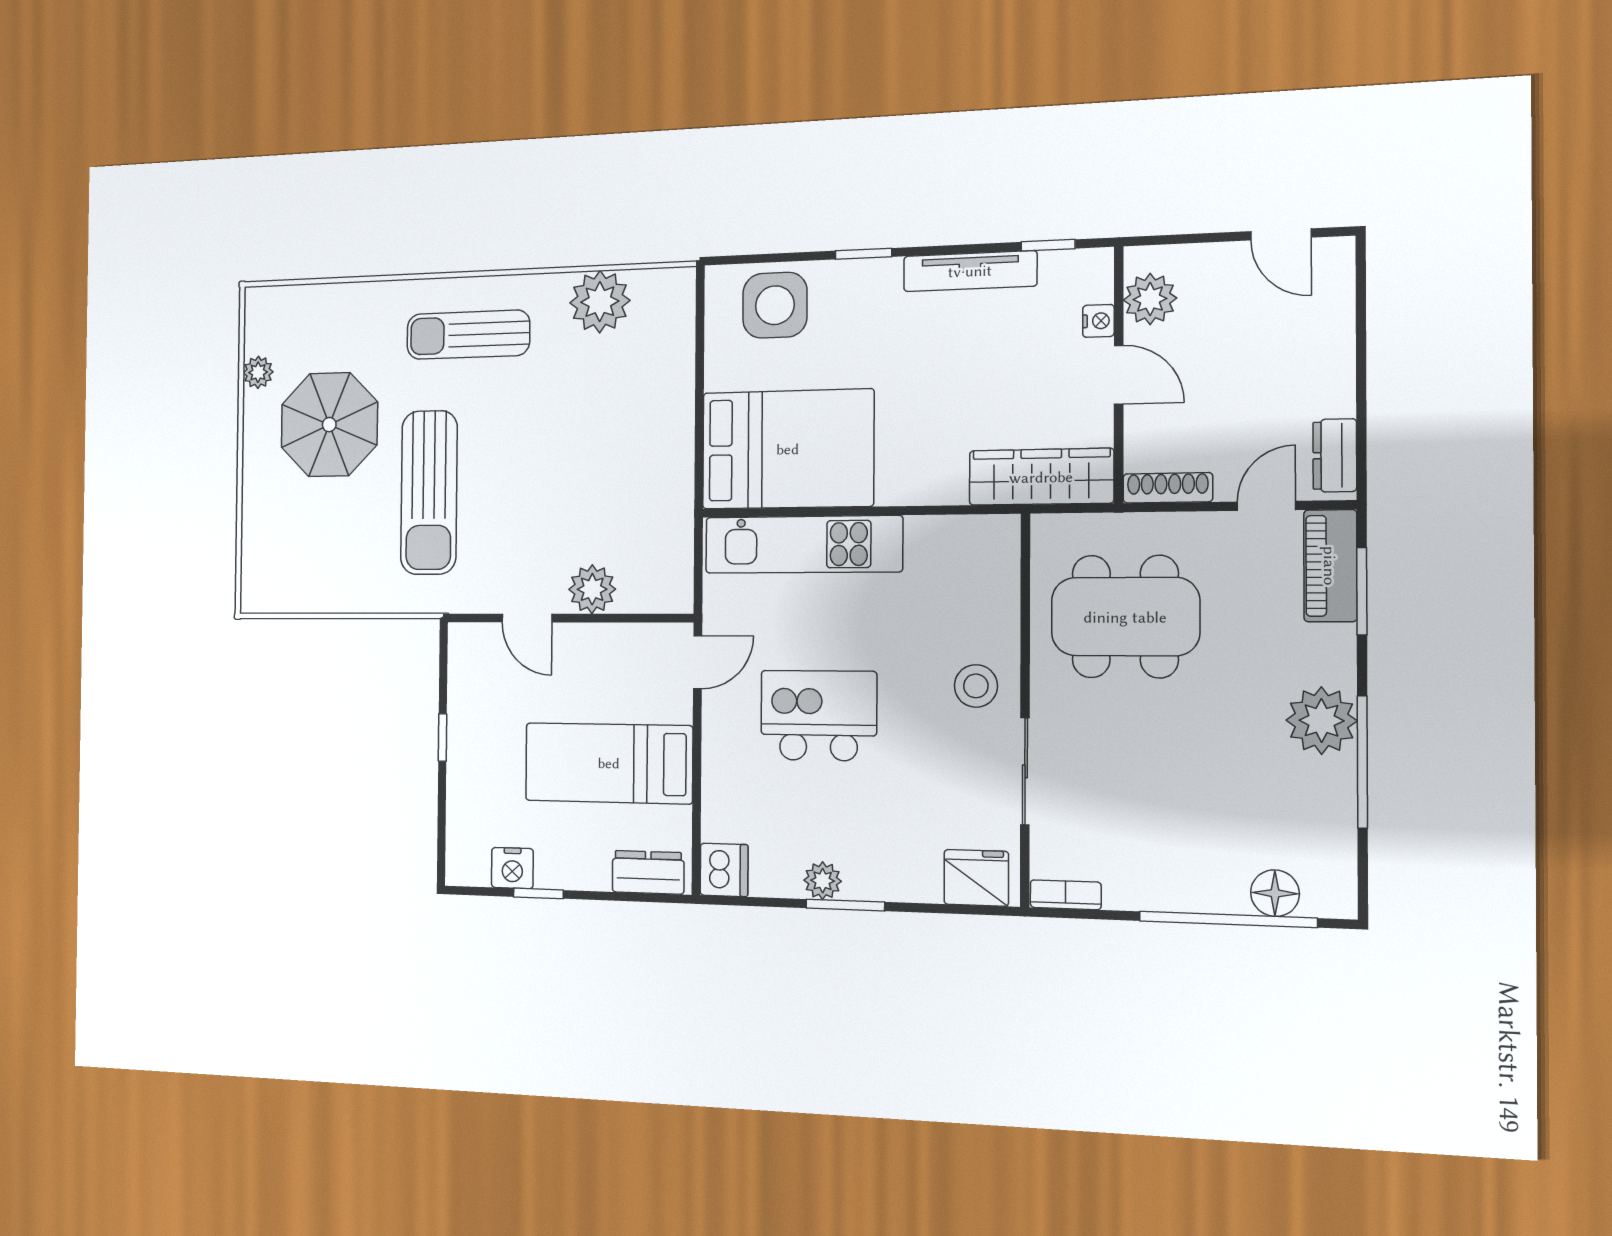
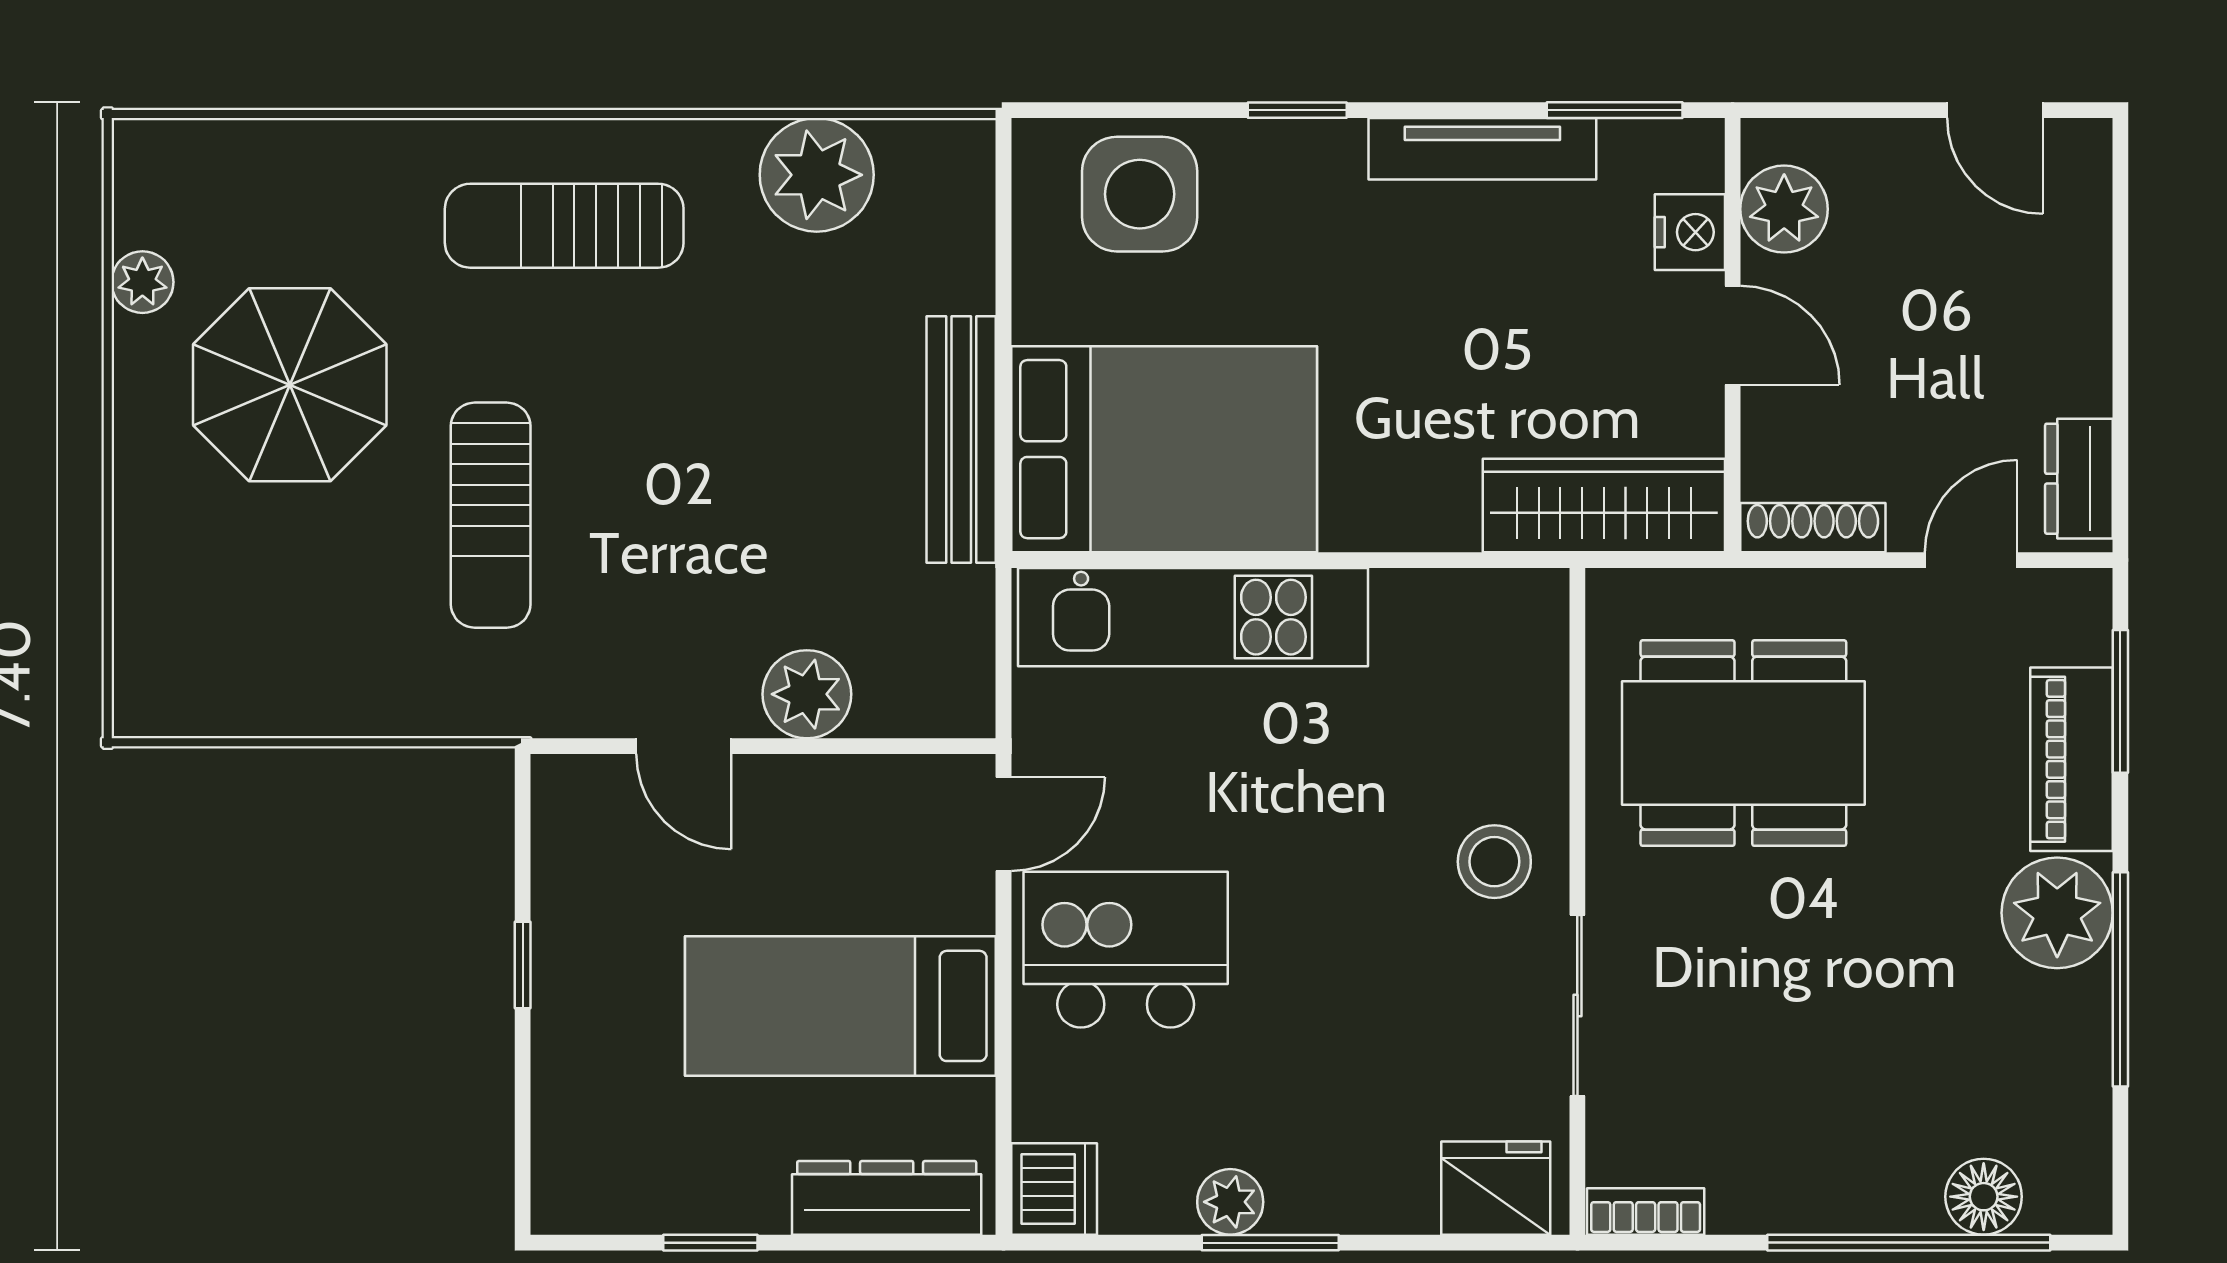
window: (1048, 245) -> (1615, 110), width x1.50
nightstand: (1098, 321) -> (1690, 232), width x1.39, depth x1.35
bench: (676, 446) -> (961, 439), added
sun lounger: (429, 493) -> (491, 515), width x0.73, depth x0.75
piano: (1330, 566) -> (2072, 759), moved
kitchen island: (819, 716) -> (1126, 950), moved
nightstand: (512, 868) -> (660, 1199), removed
dresser: (648, 872) -> (887, 1198), width x1.44

